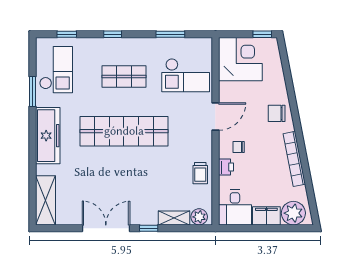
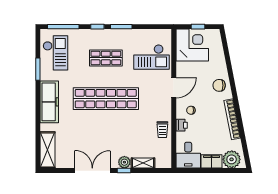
window: (67, 34) -> (63, 27), width x2.17
window: (170, 34) -> (121, 27), moved
window: (262, 34) -> (198, 27), moved
plant: (199, 217) -> (124, 162), moved

